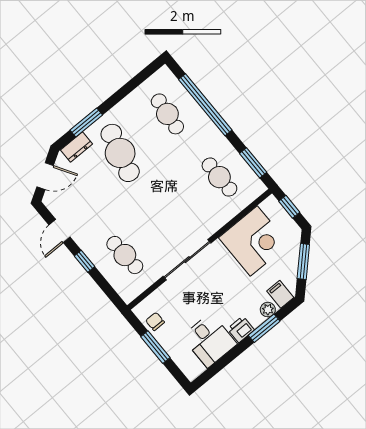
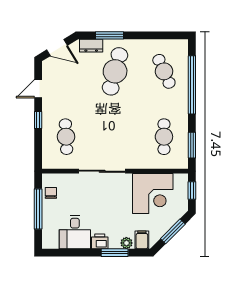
cafe table: (167, 114) -> (164, 71), turned -30
window: (155, 347) -> (38, 209), width x1.44

